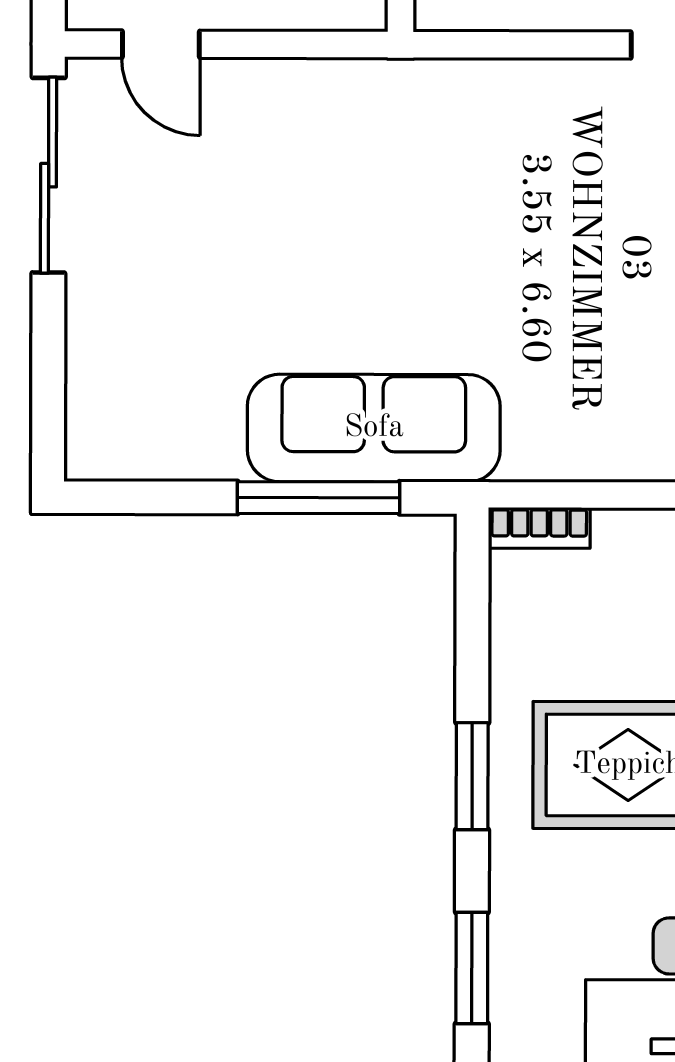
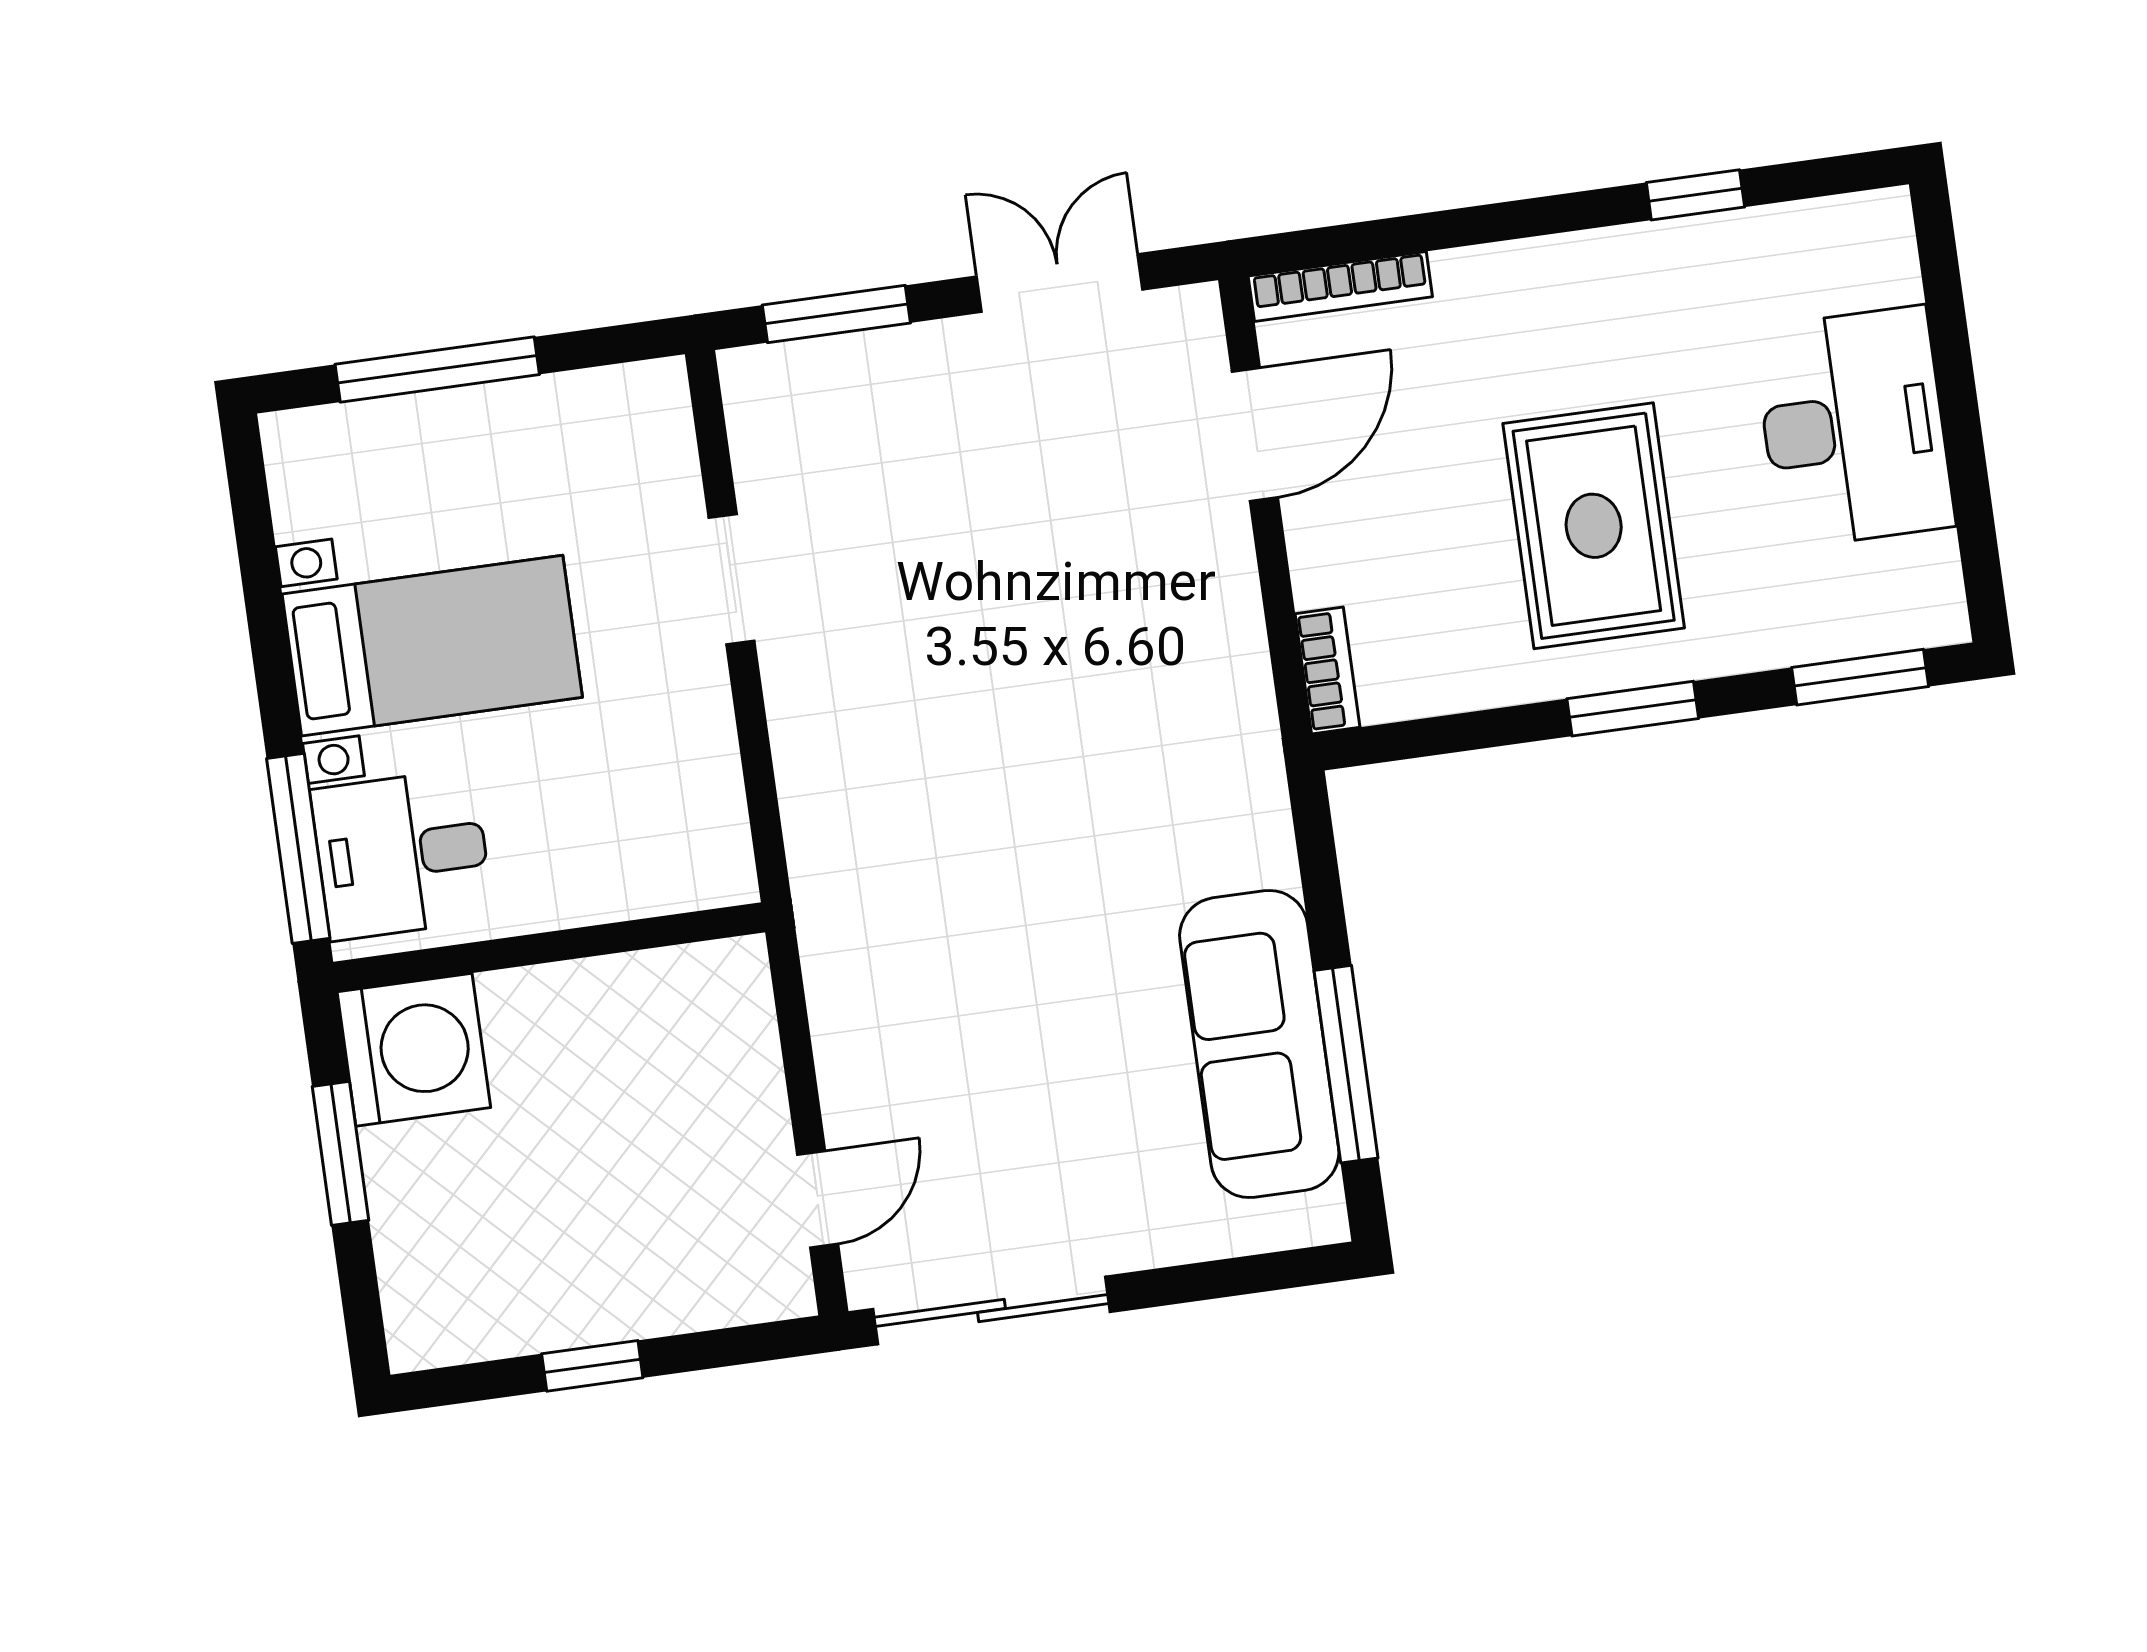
sofa: (374, 428) -> (1259, 1044), moved
window: (318, 498) -> (1346, 1064), moved

